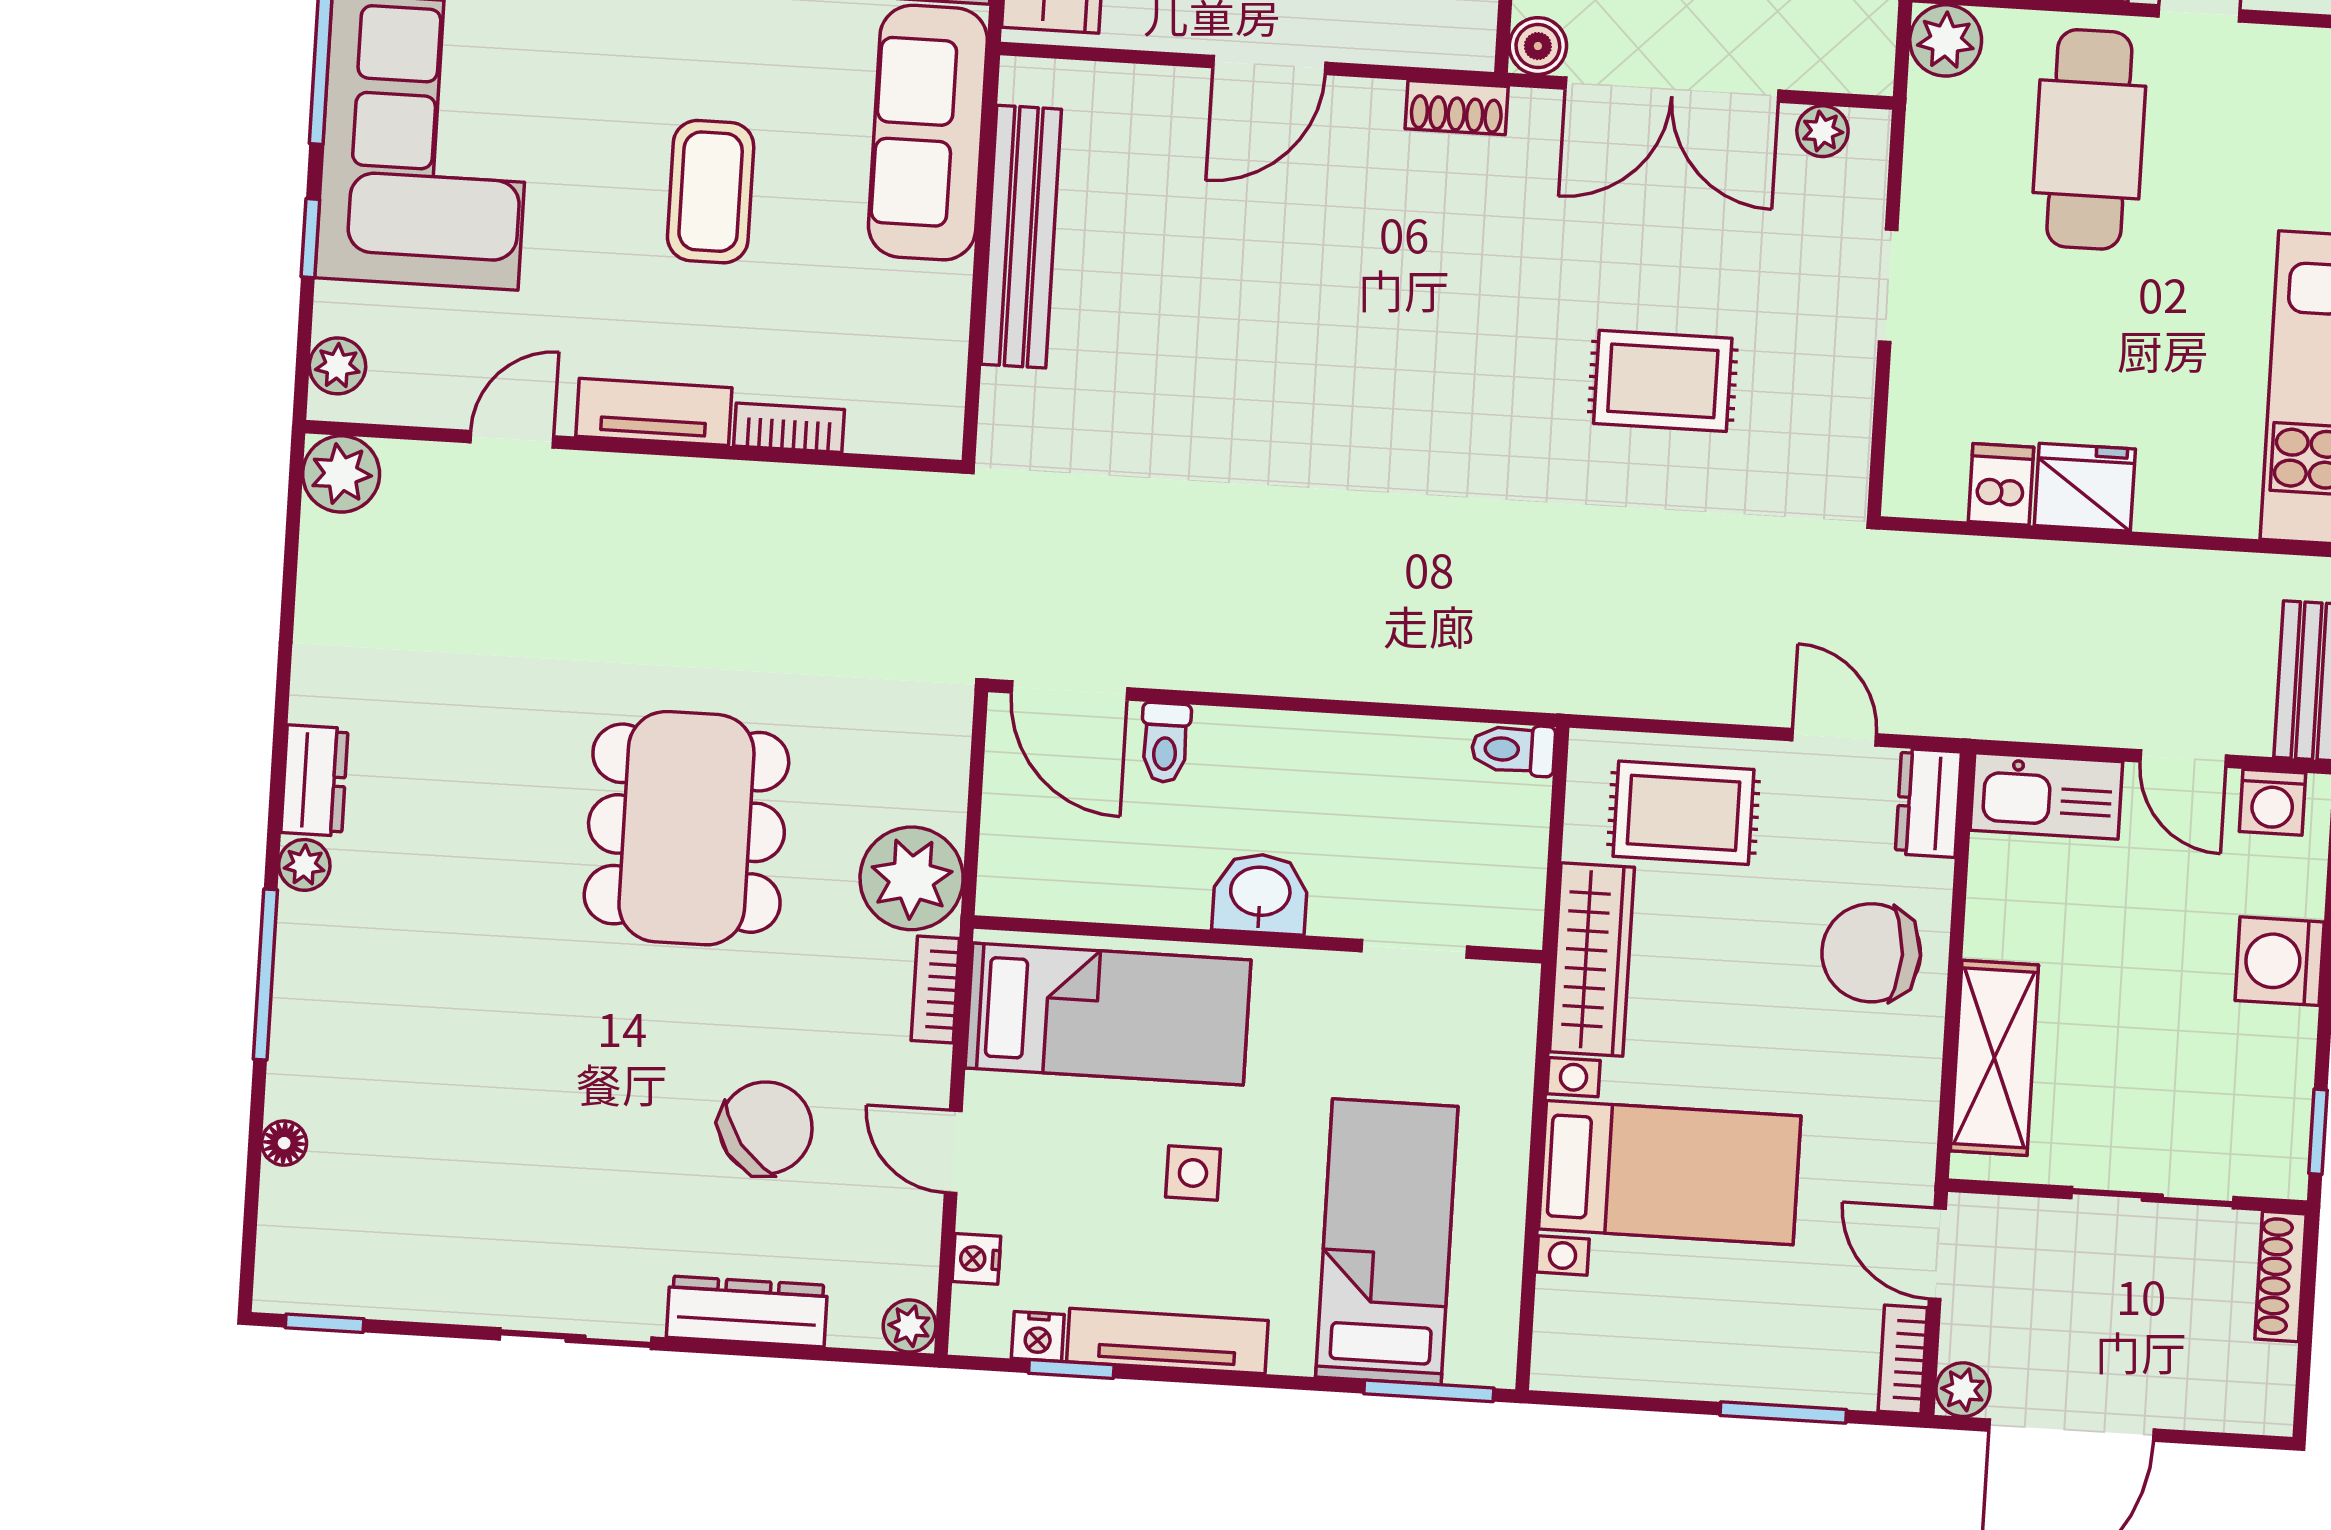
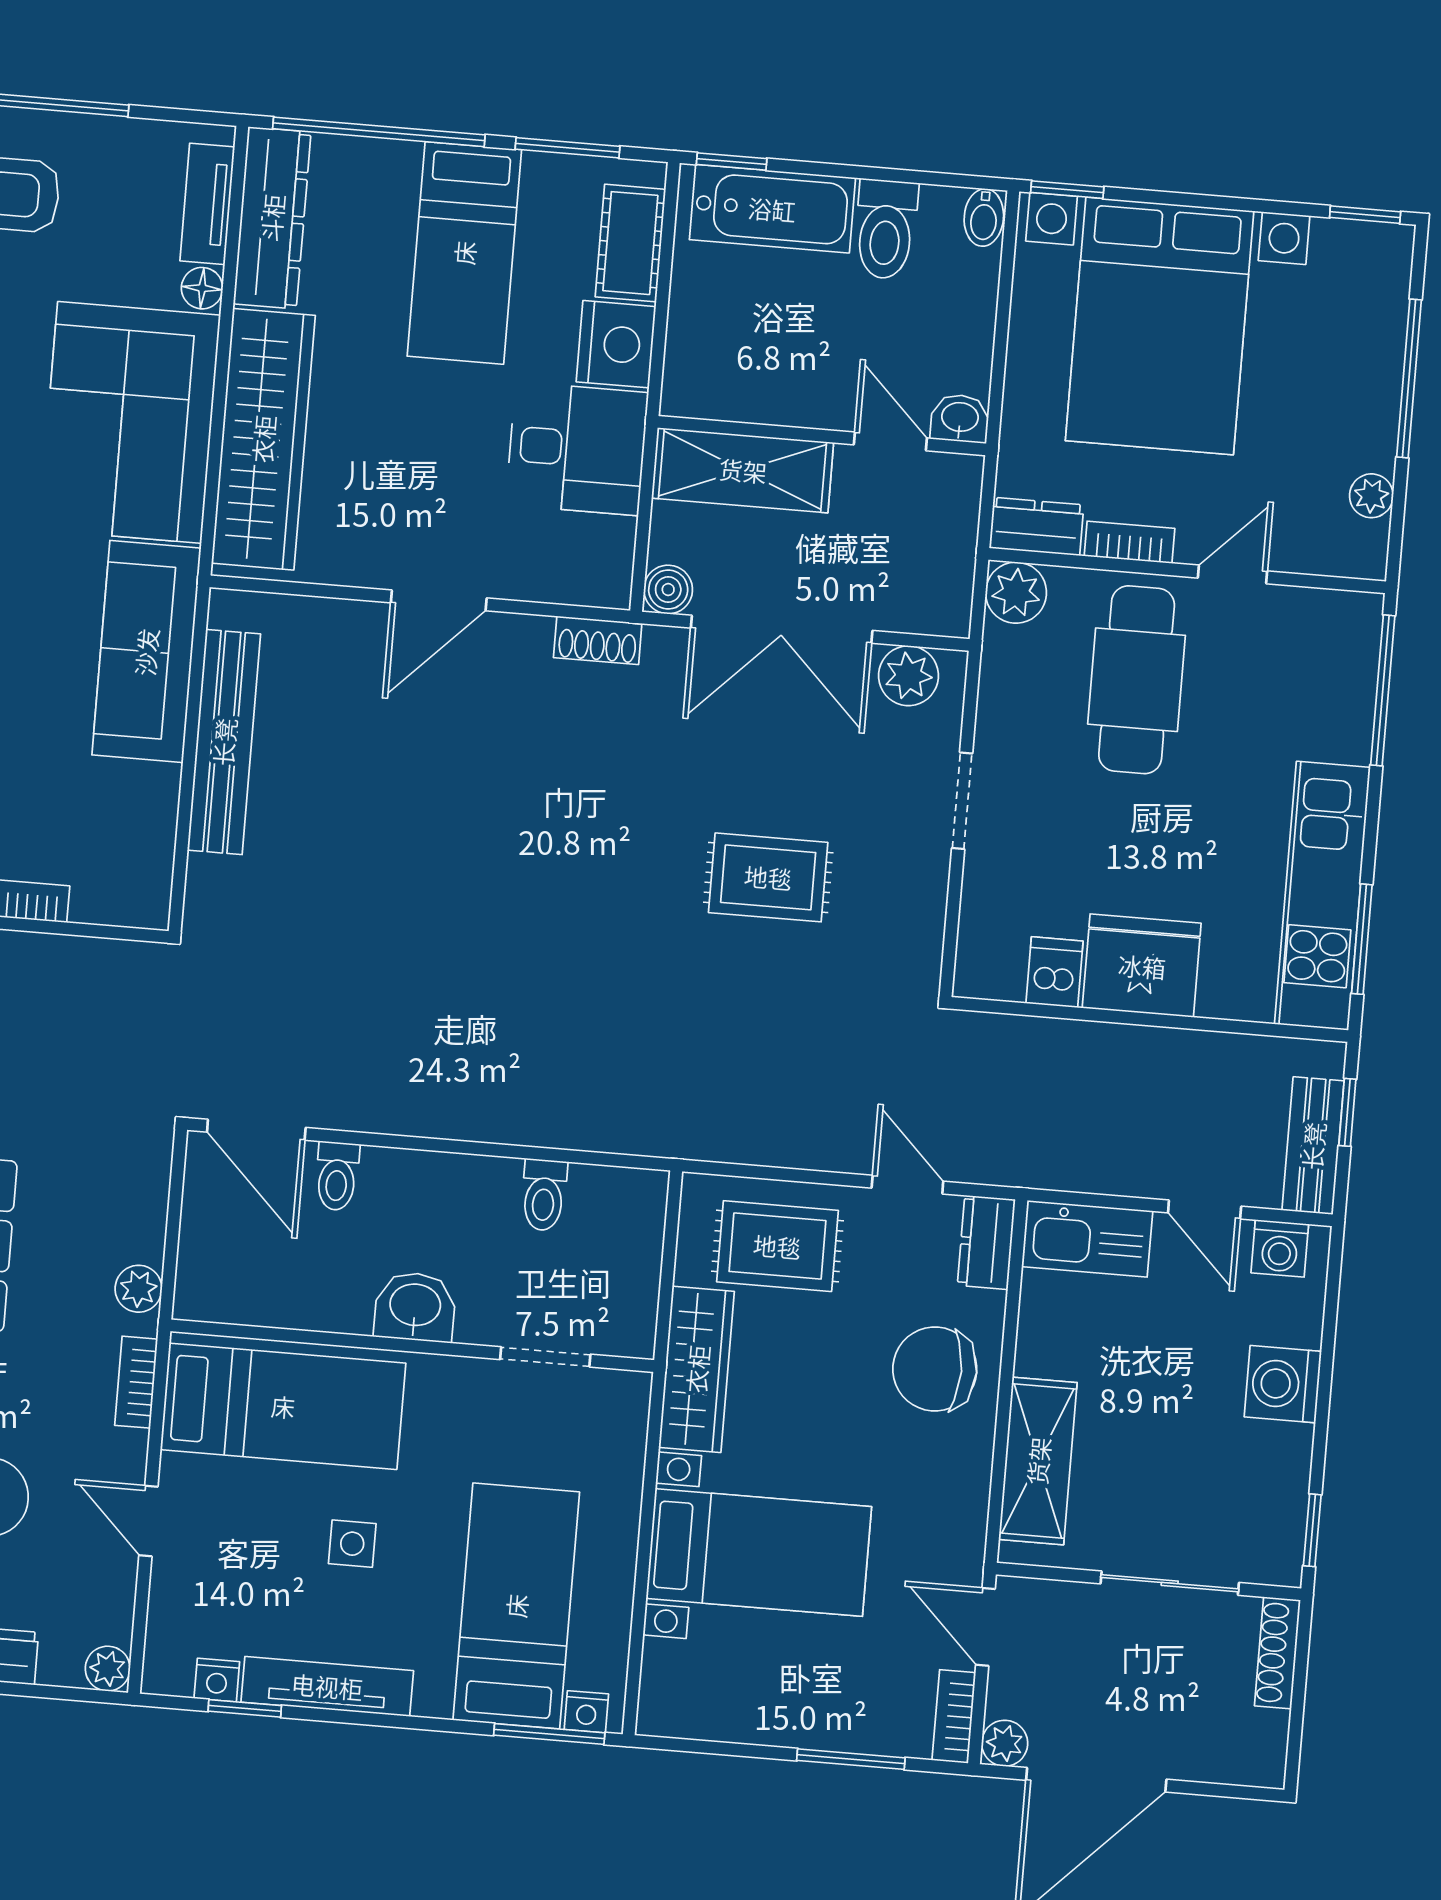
plant: (1822, 131) -> (908, 676), width x1.38, depth x1.38
fridge: (2085, 487) -> (1142, 966), width x1.36, depth x1.34
toilet: (1513, 750) -> (544, 1195), moved, turned -90
plant: (912, 878) -> (139, 1289), width x0.53, depth x0.53
nightstand: (976, 1259) -> (586, 1712), moved, turned -90

